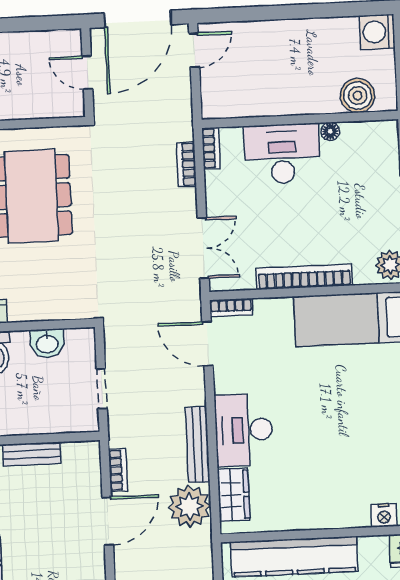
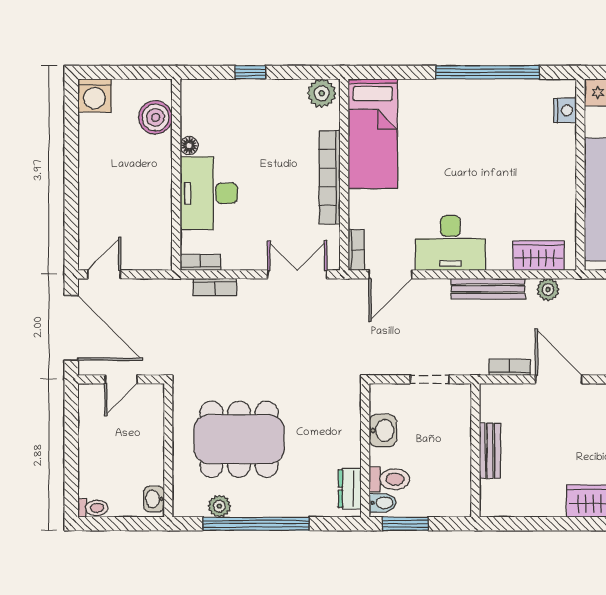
door: (194, 50) -> (104, 274), hinge flipped
desk: (244, 430) -> (450, 243), moved
plant: (189, 506) -> (548, 289), width x0.53, depth x0.53

